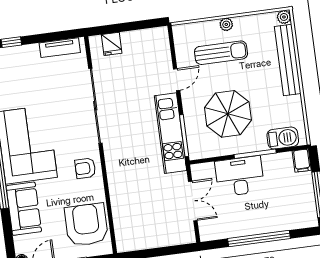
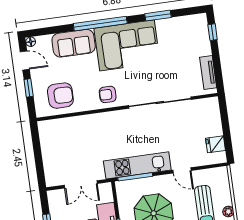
fridge: (112, 44) -> (216, 144), moved
armchair: (85, 168) -> (108, 94), turned -90
armchair: (86, 225) -> (60, 96), width x0.73, depth x0.73

